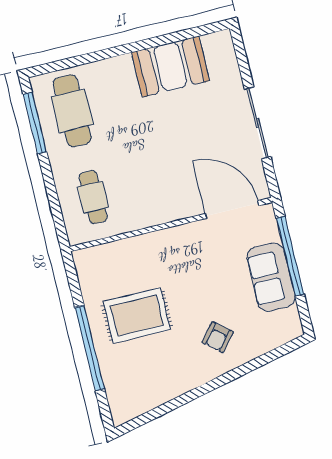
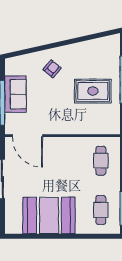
booth: (170, 67) -> (49, 215), width x1.36, depth x1.42
cafe table: (72, 111) -> (101, 210), width x0.73, depth x0.74

